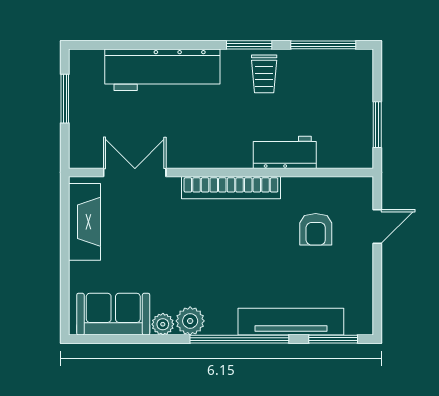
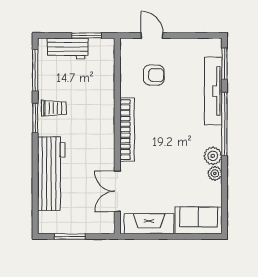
workbench: (285, 152) -> (68, 48), moved, turned -90
sofa: (113, 314) -> (198, 220), moved, turned 90

